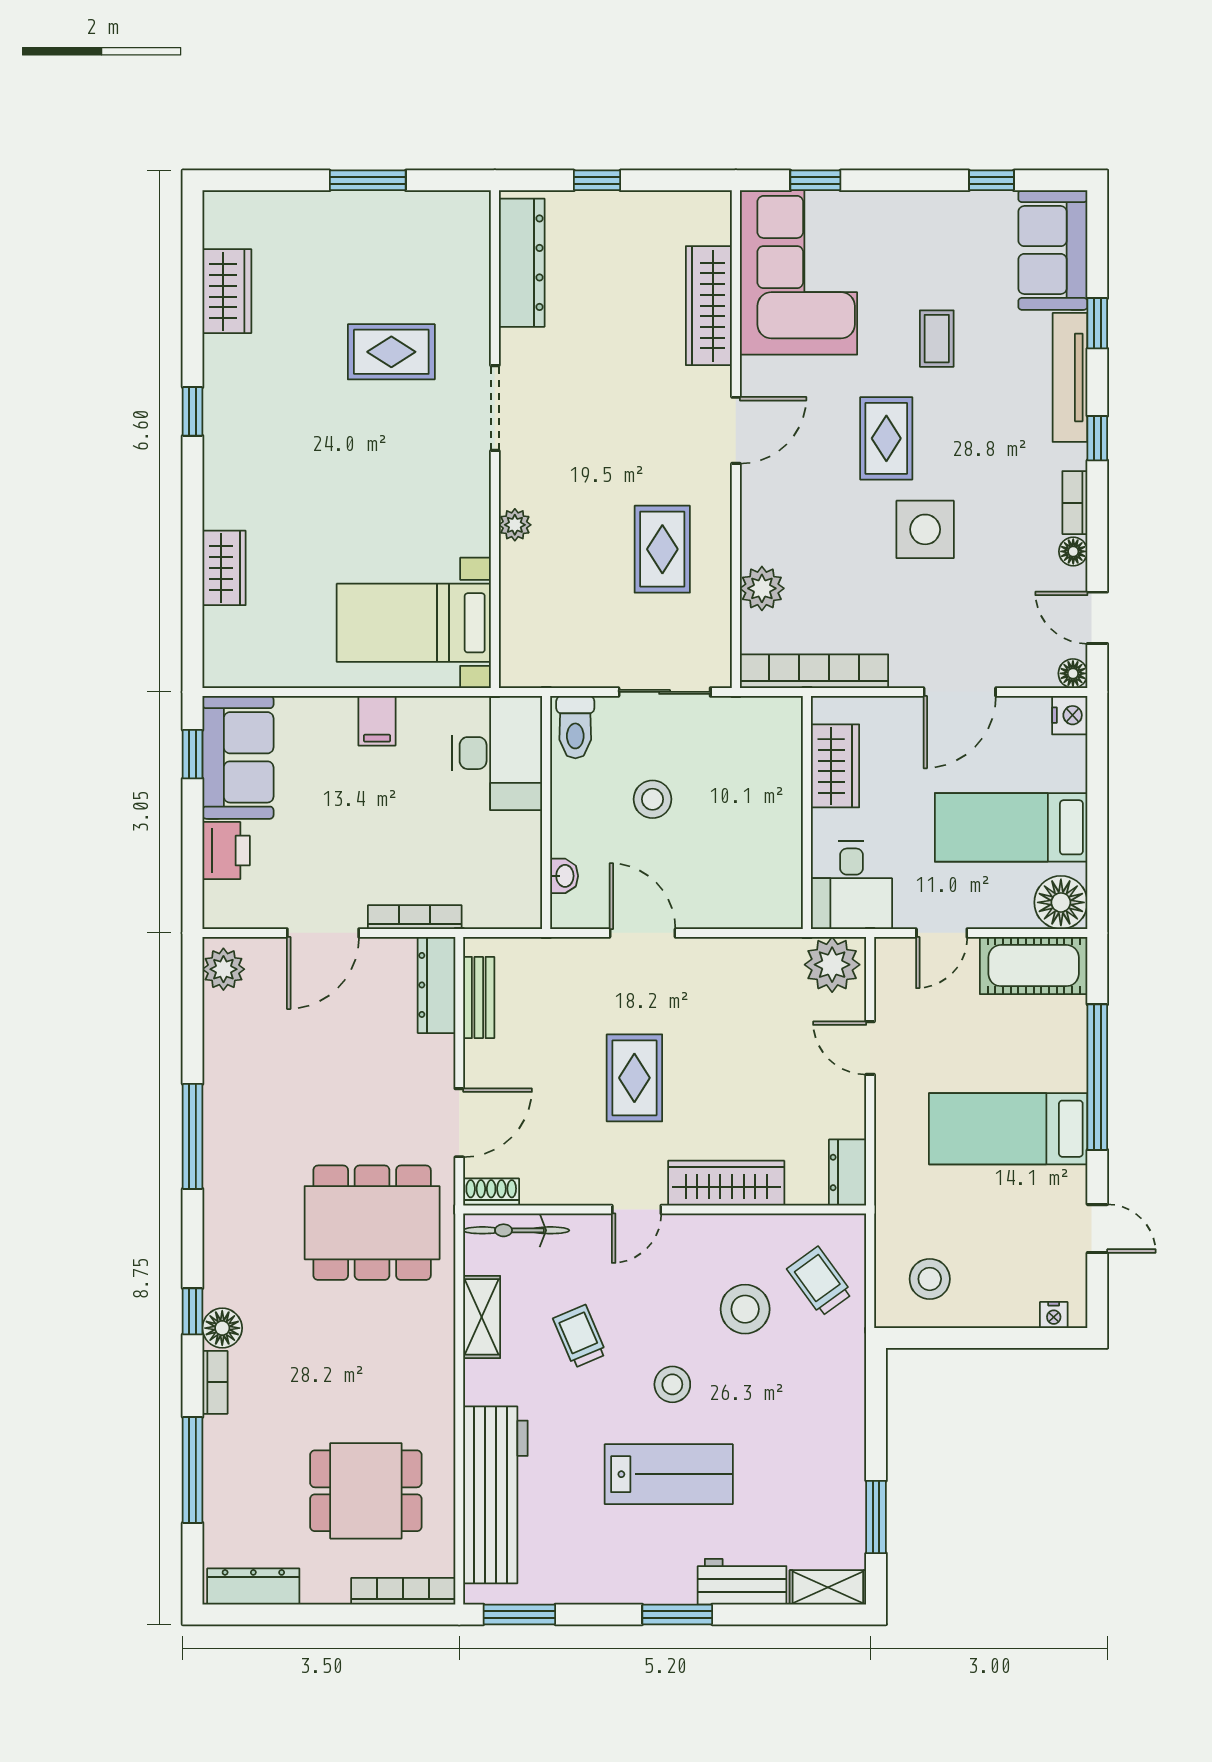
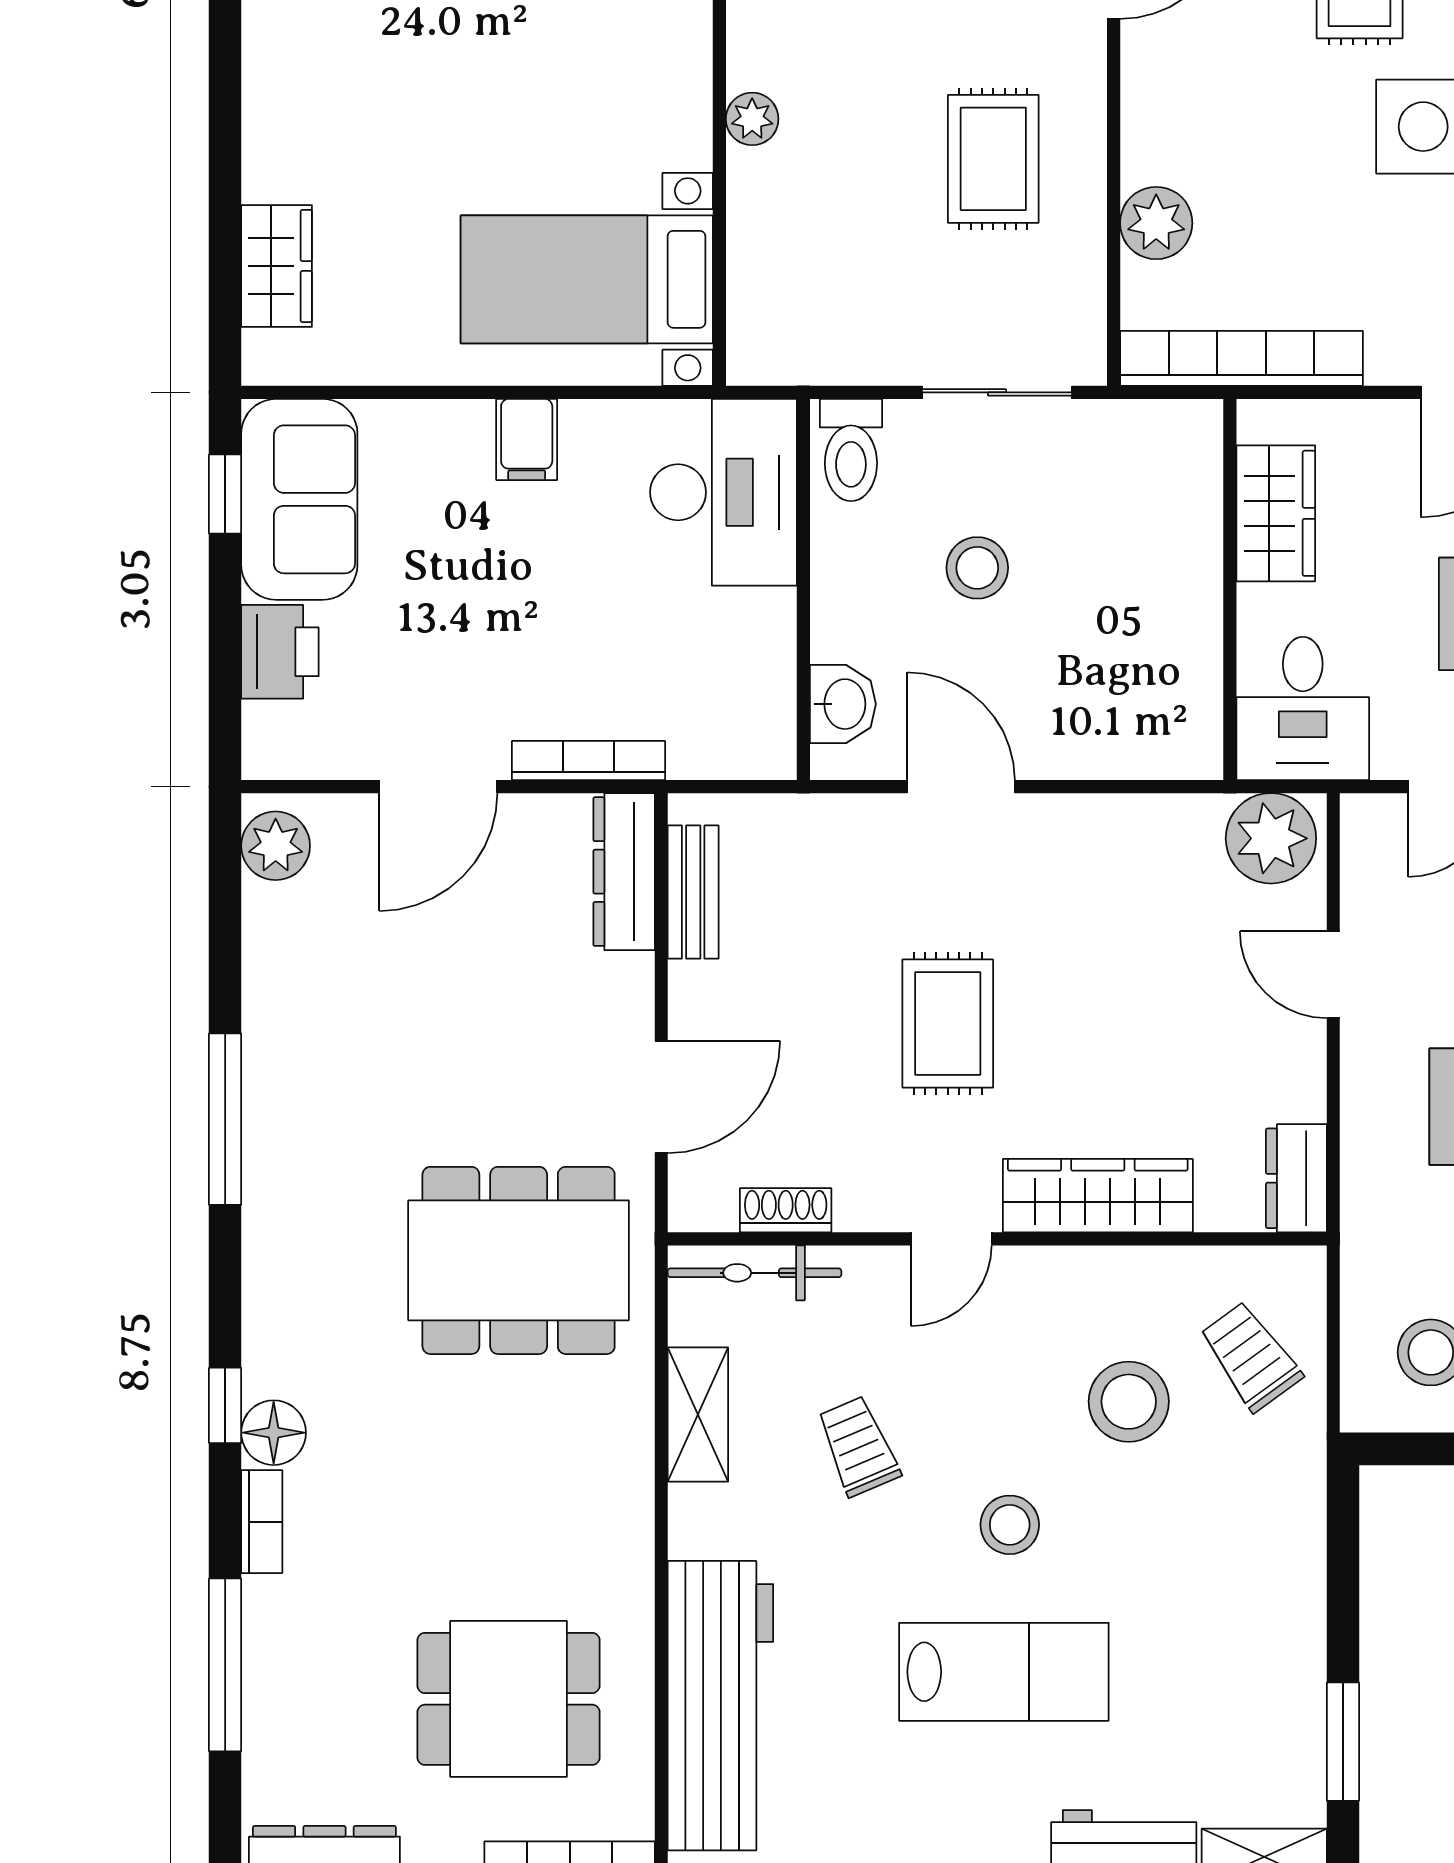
wardrobe: (224, 568) -> (277, 266), moved
washbasin: (564, 876) -> (843, 704), width x1.38, depth x1.45
shoe rack: (491, 1192) -> (786, 1210), moved

